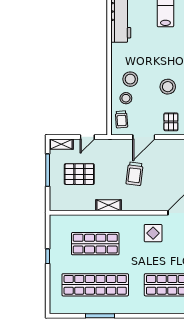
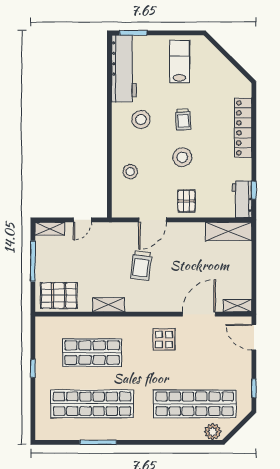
stool: (130, 79) -> (141, 120), moved
trolley: (121, 119) -> (183, 119), moved
pallet: (79, 174) -> (59, 296), moved

